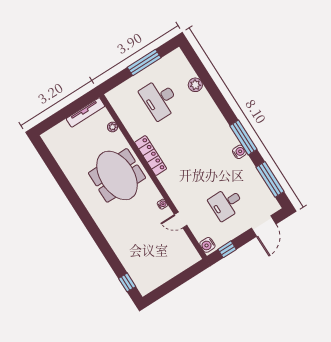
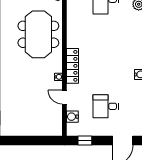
locker: (151, 156) -> (73, 66), moved
water cooler: (207, 245) -> (72, 117), moved

